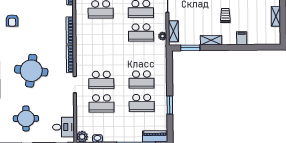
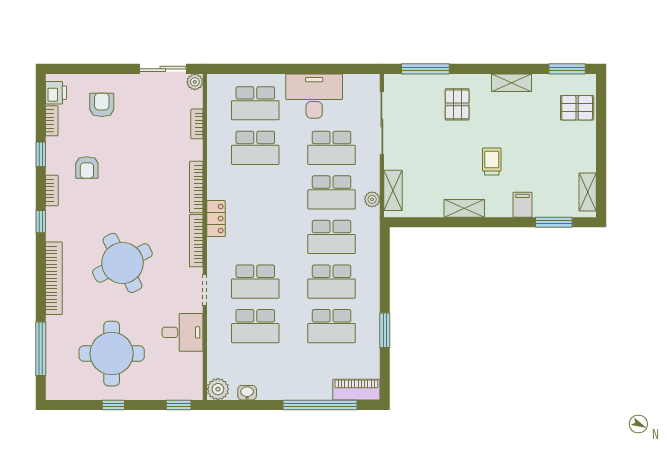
shelving: (276, 16) -> (588, 192), moved
locker: (80, 47) -> (216, 219), added
window: (190, 48) -> (554, 222), moved
school desk: (141, 56) -> (332, 237), added
round table: (31, 71) -> (122, 263), turned -34
round table: (26, 118) -> (112, 354), width x1.36, depth x1.36
desk: (63, 127) -> (183, 332), moved

